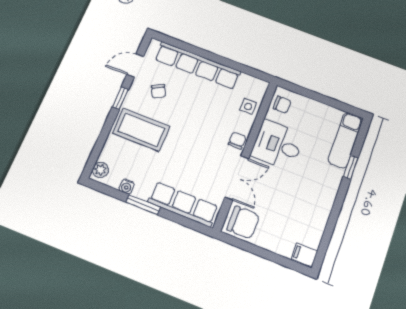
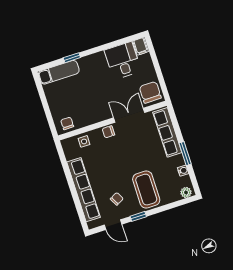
desk: (277, 145) -> (123, 61), moved, turned 180

